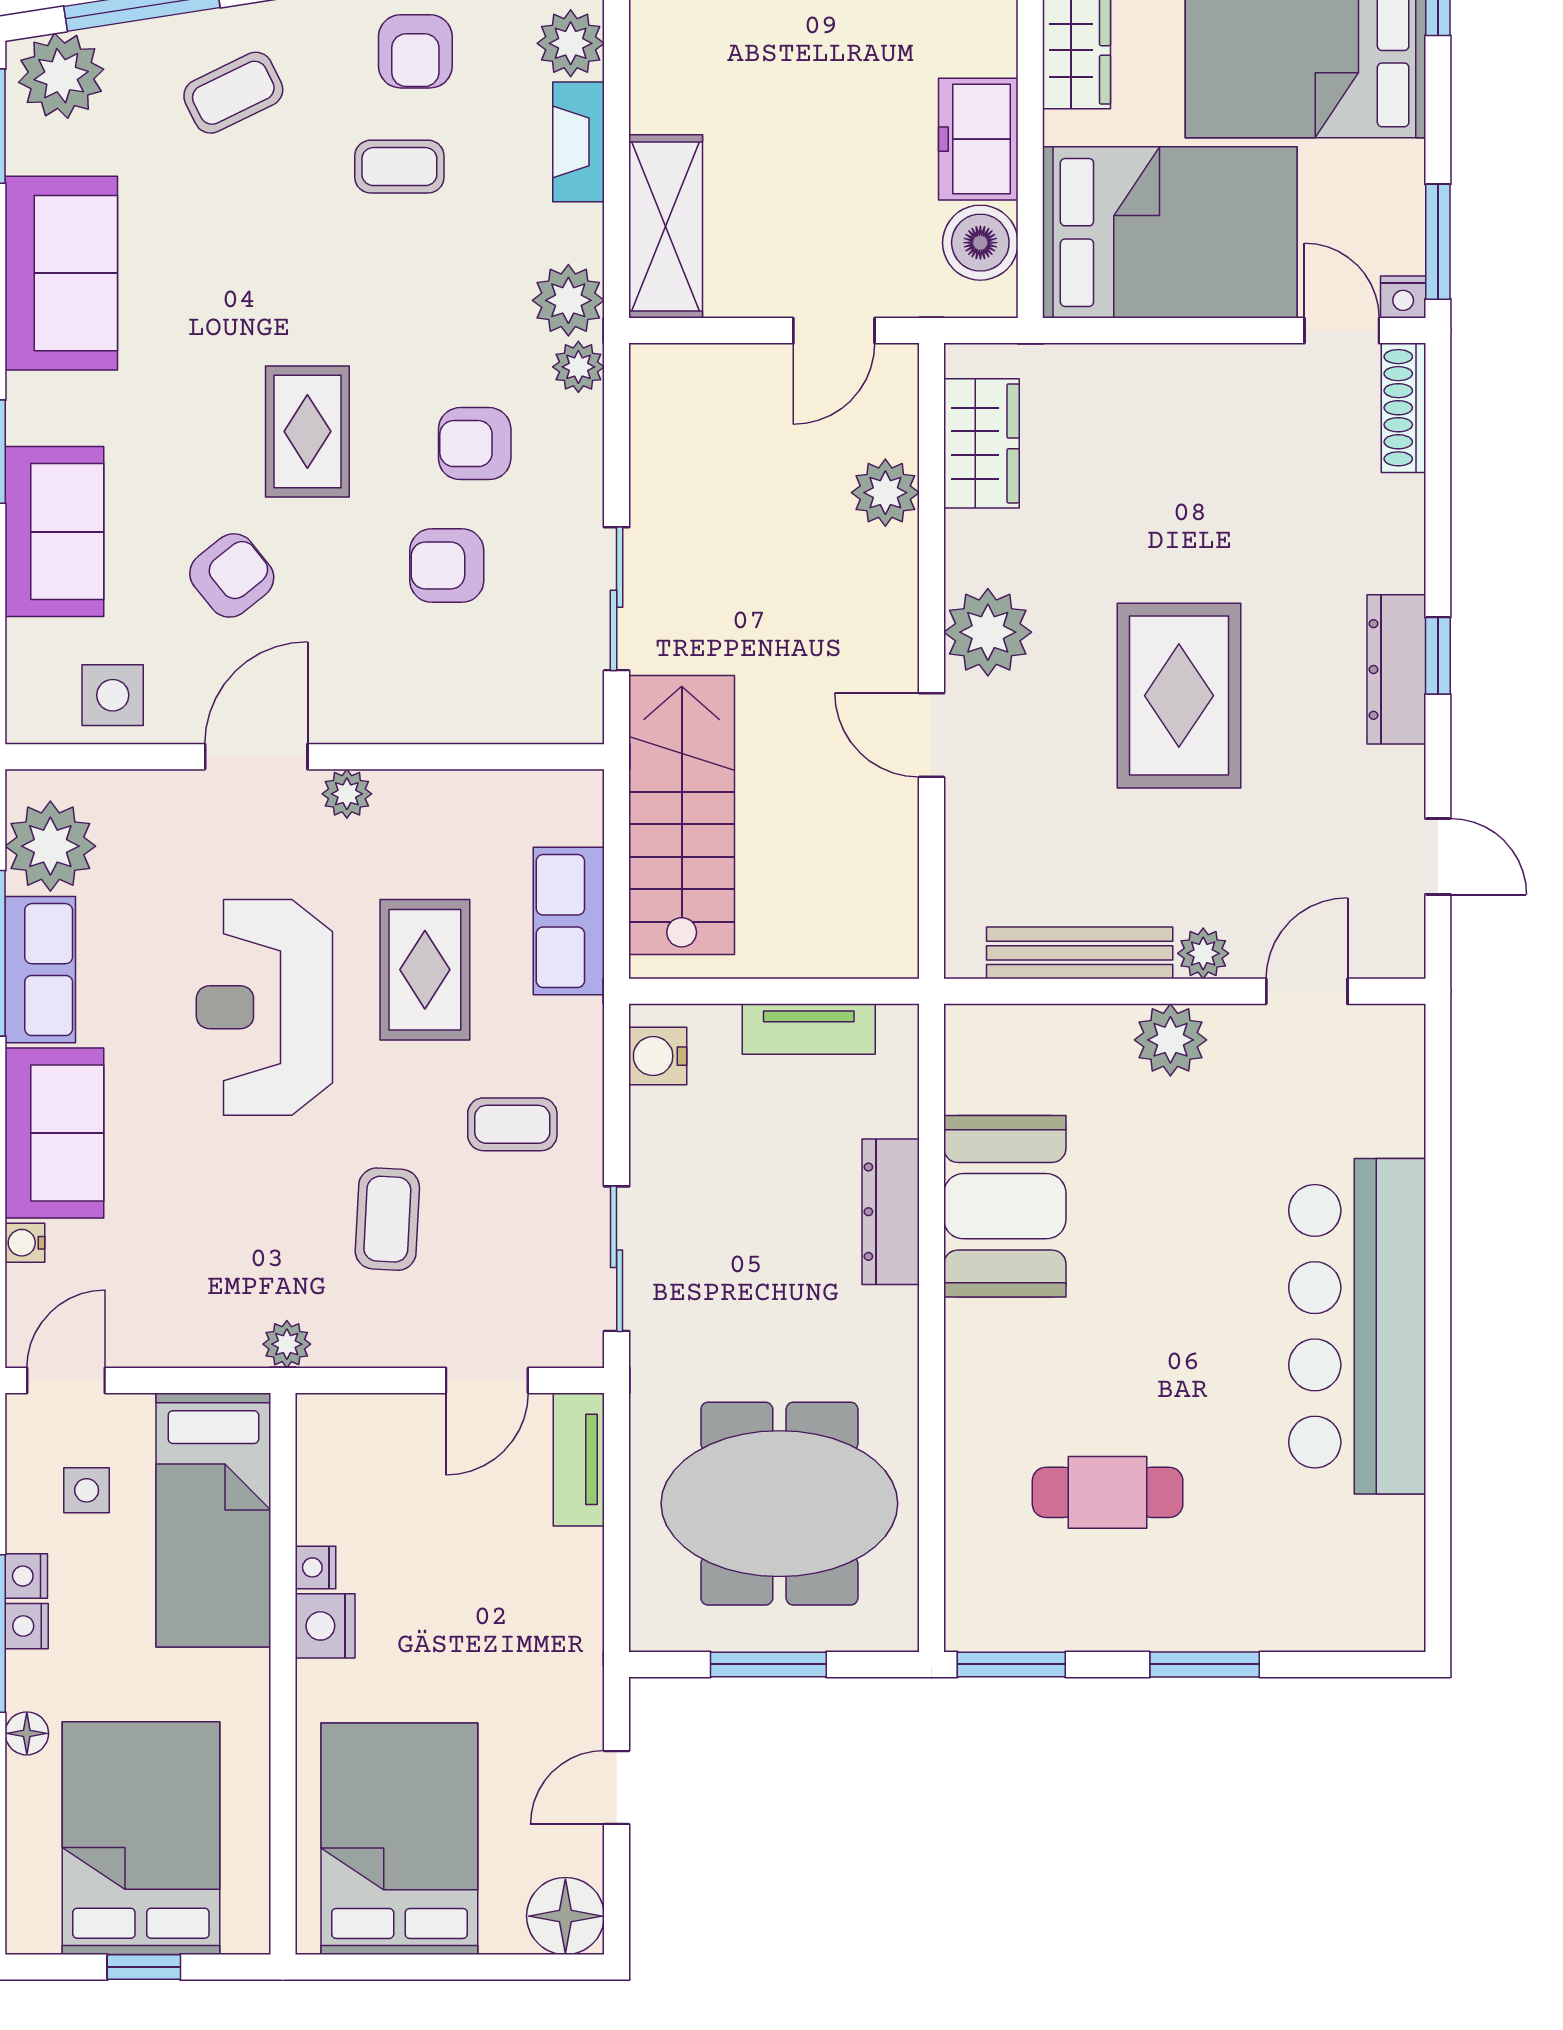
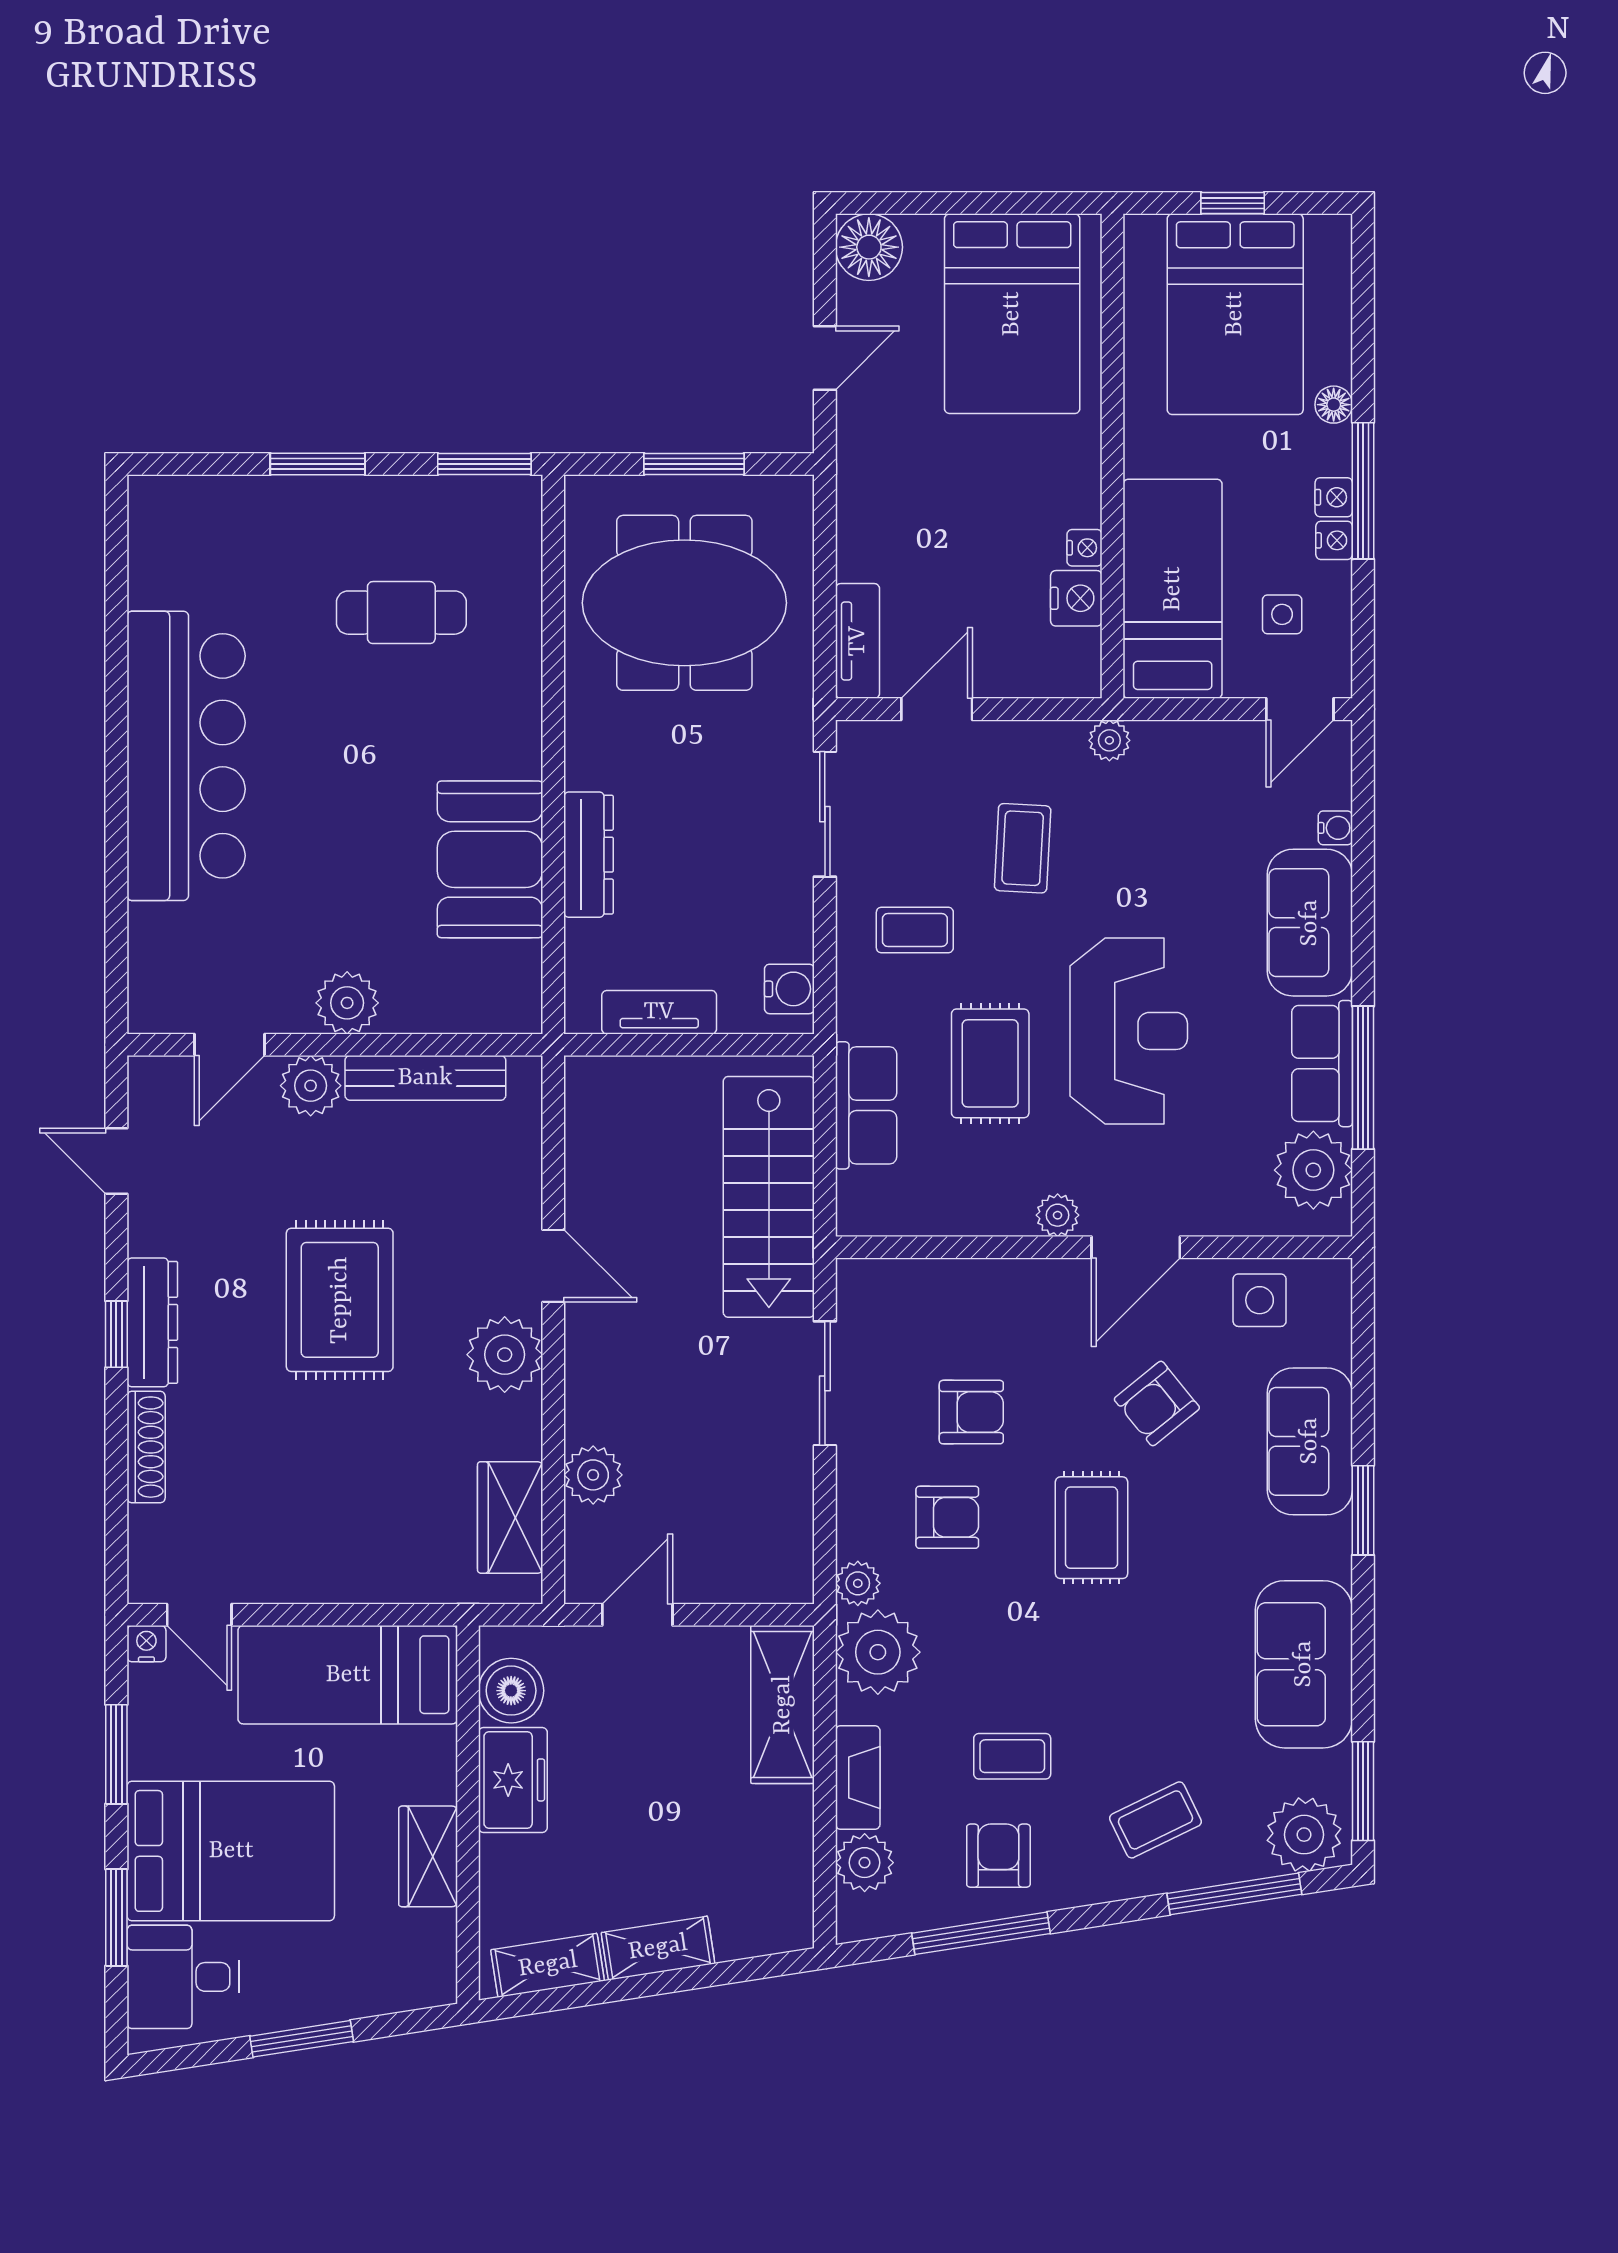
bed: (1170, 232) -> (348, 1675), width x0.67
window: (1438, 242) -> (116, 1754), moved
plant: (568, 300) -> (878, 1652), width x1.36, depth x1.36
shoe rack: (1404, 408) -> (146, 1447), moved
plant: (1203, 953) -> (311, 1086), width x1.38, depth x1.38
nightstand: (325, 1626) -> (1076, 598), moved

